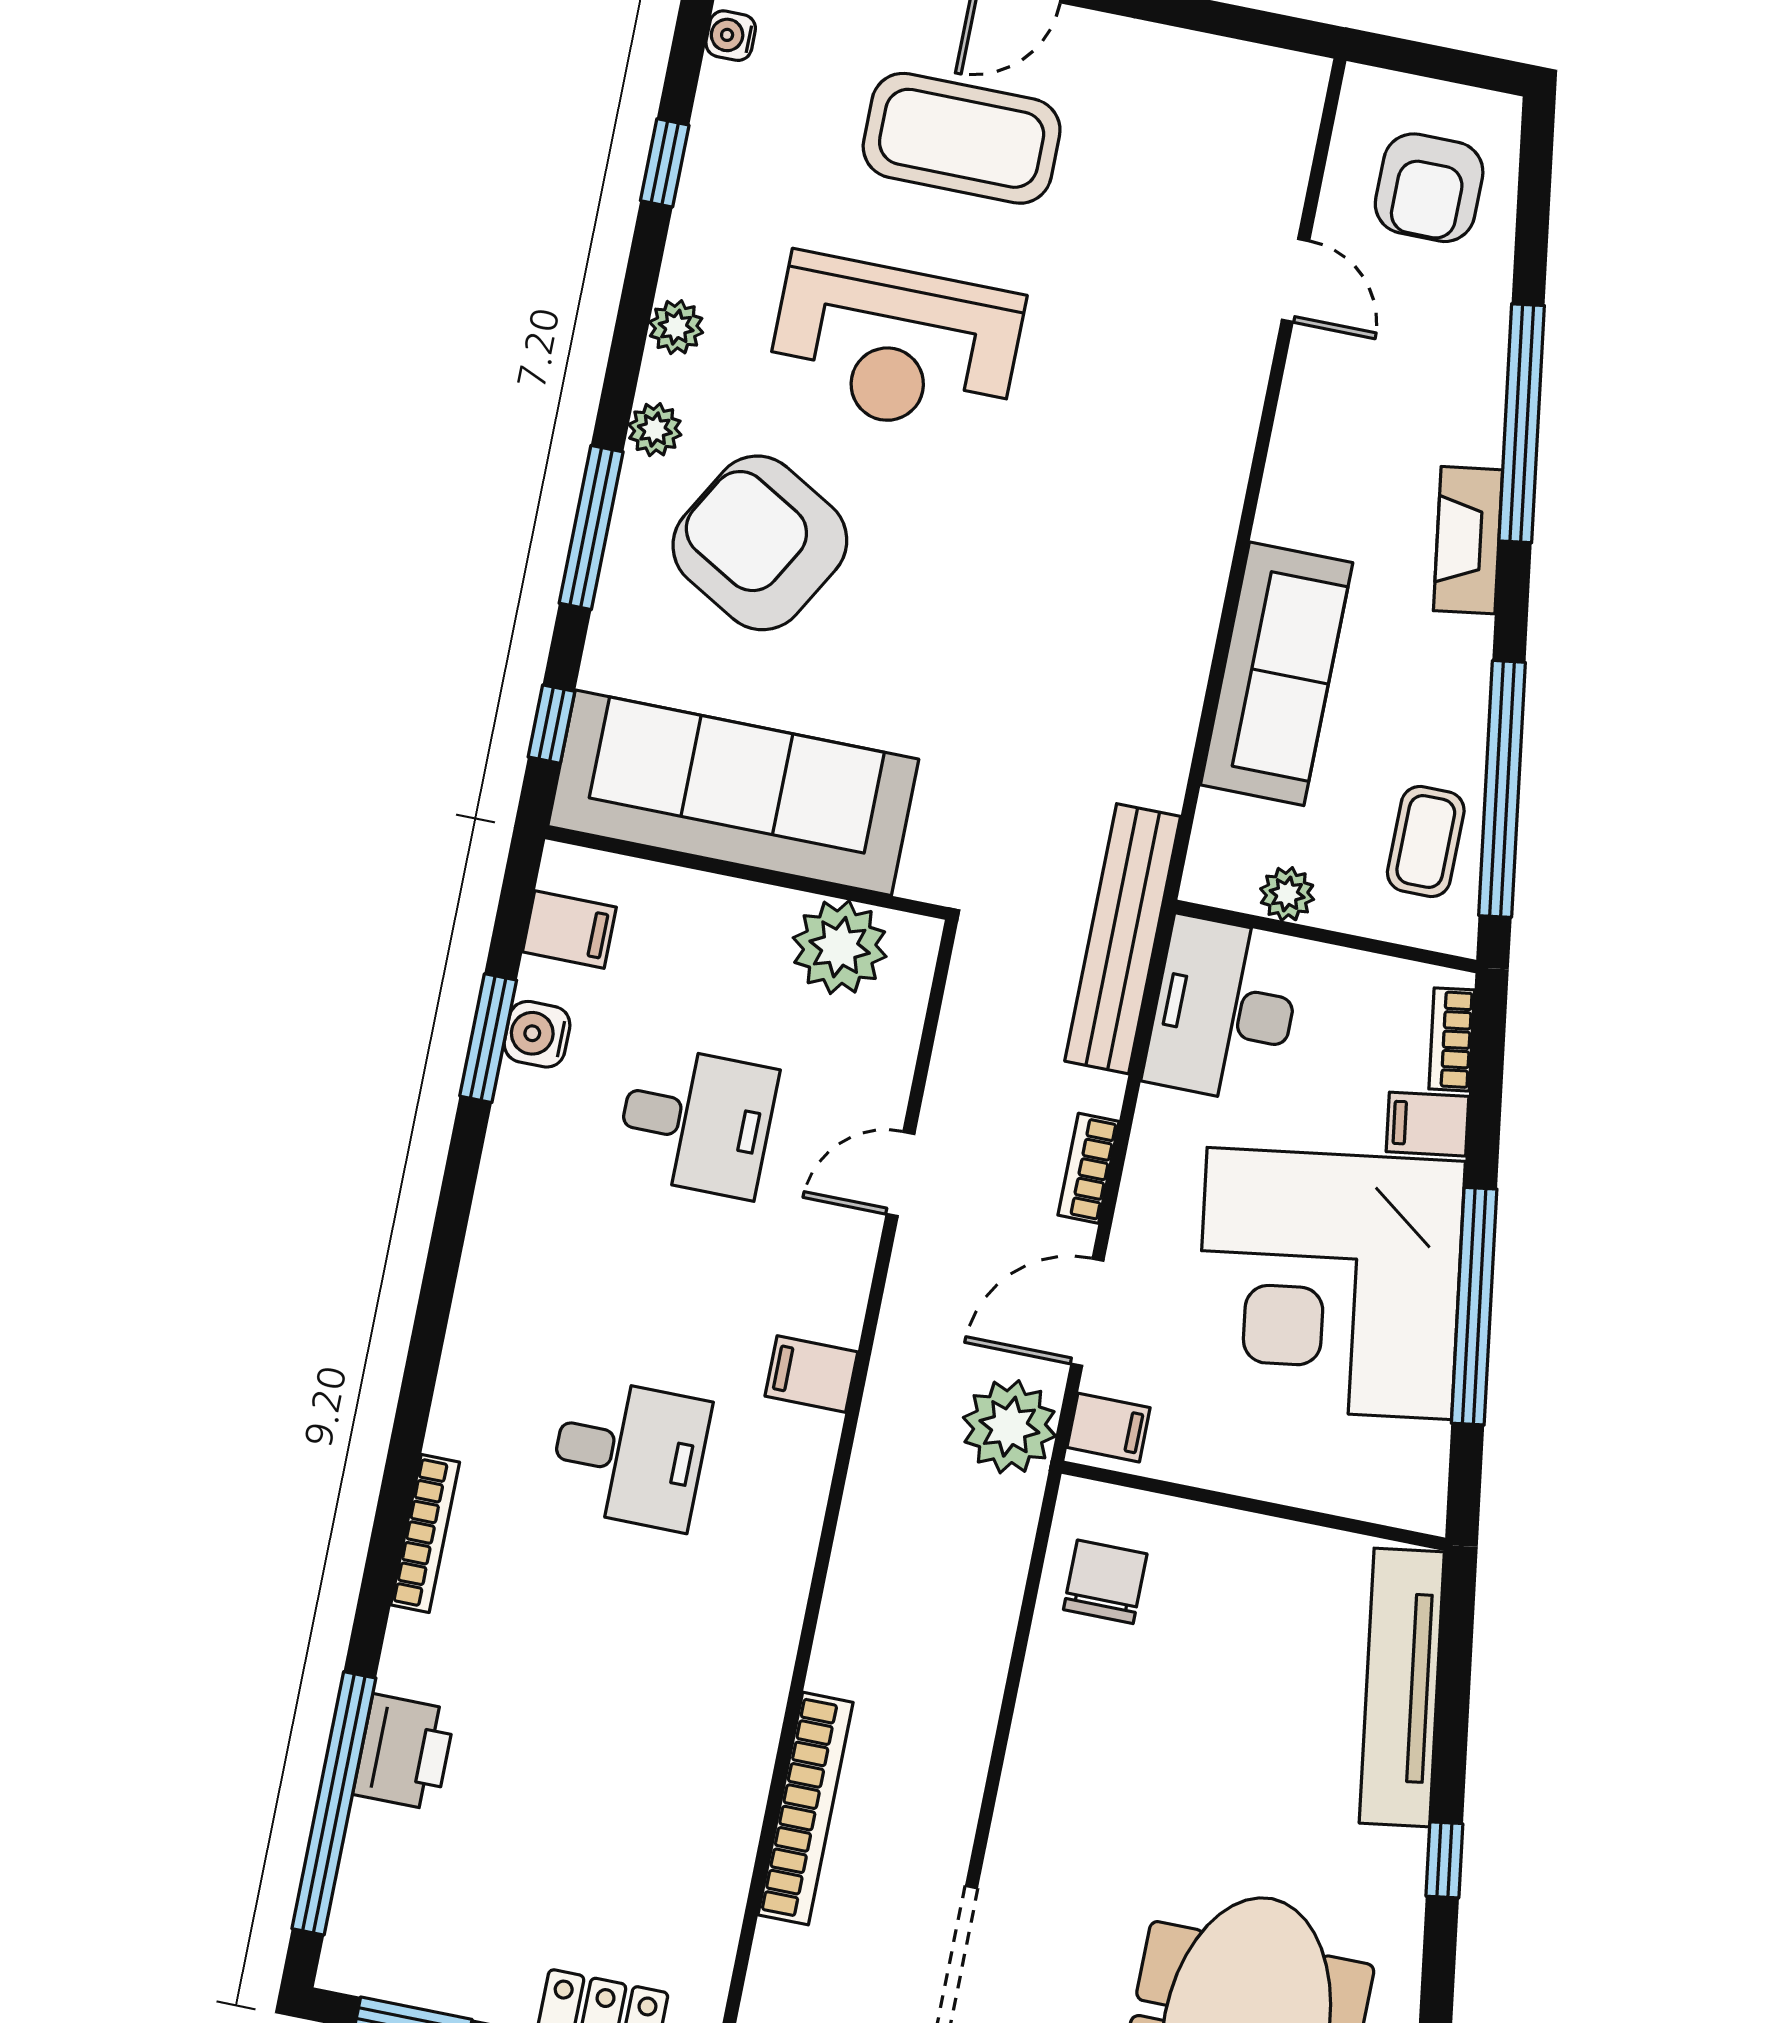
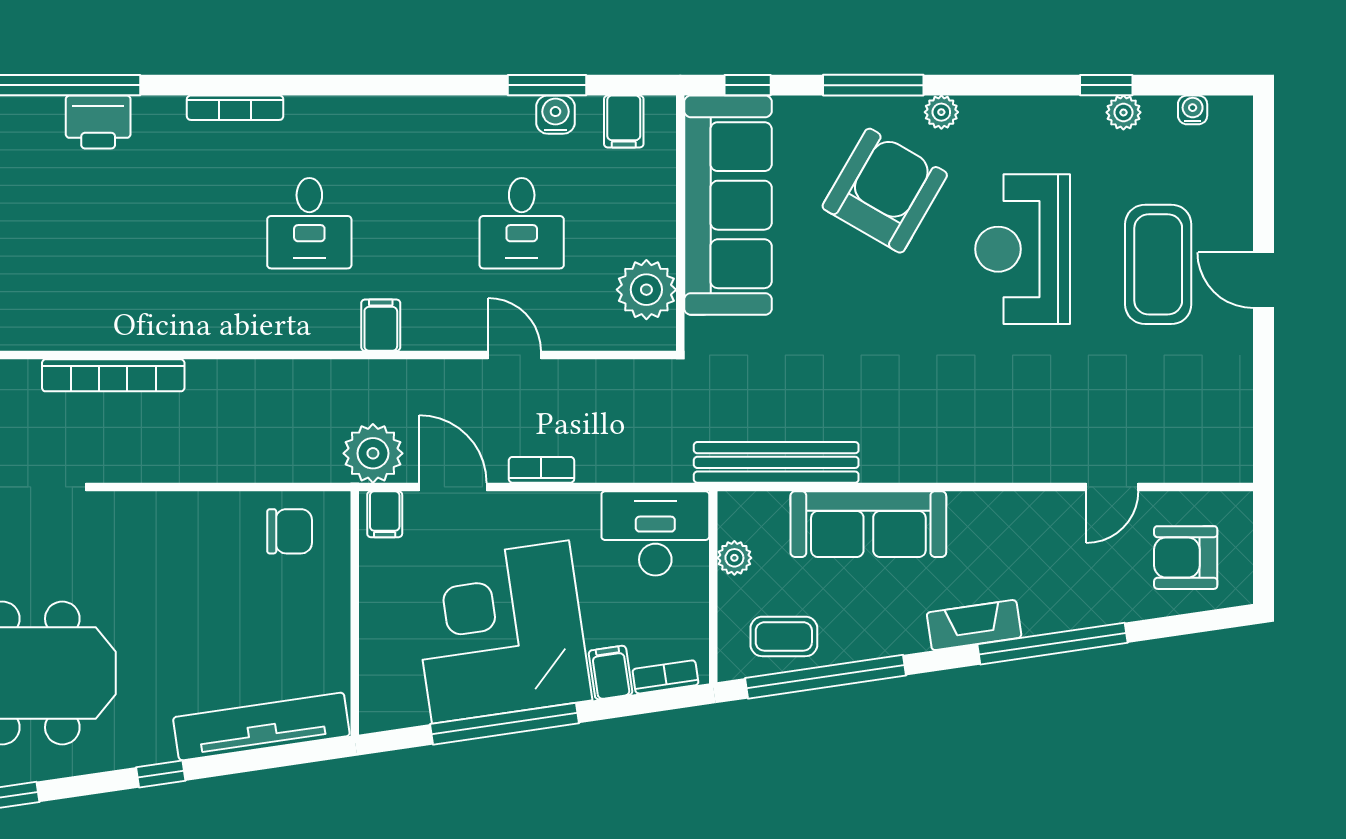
plant: (676, 327) -> (1123, 112), moved
bench: (1123, 939) -> (776, 462), moved

